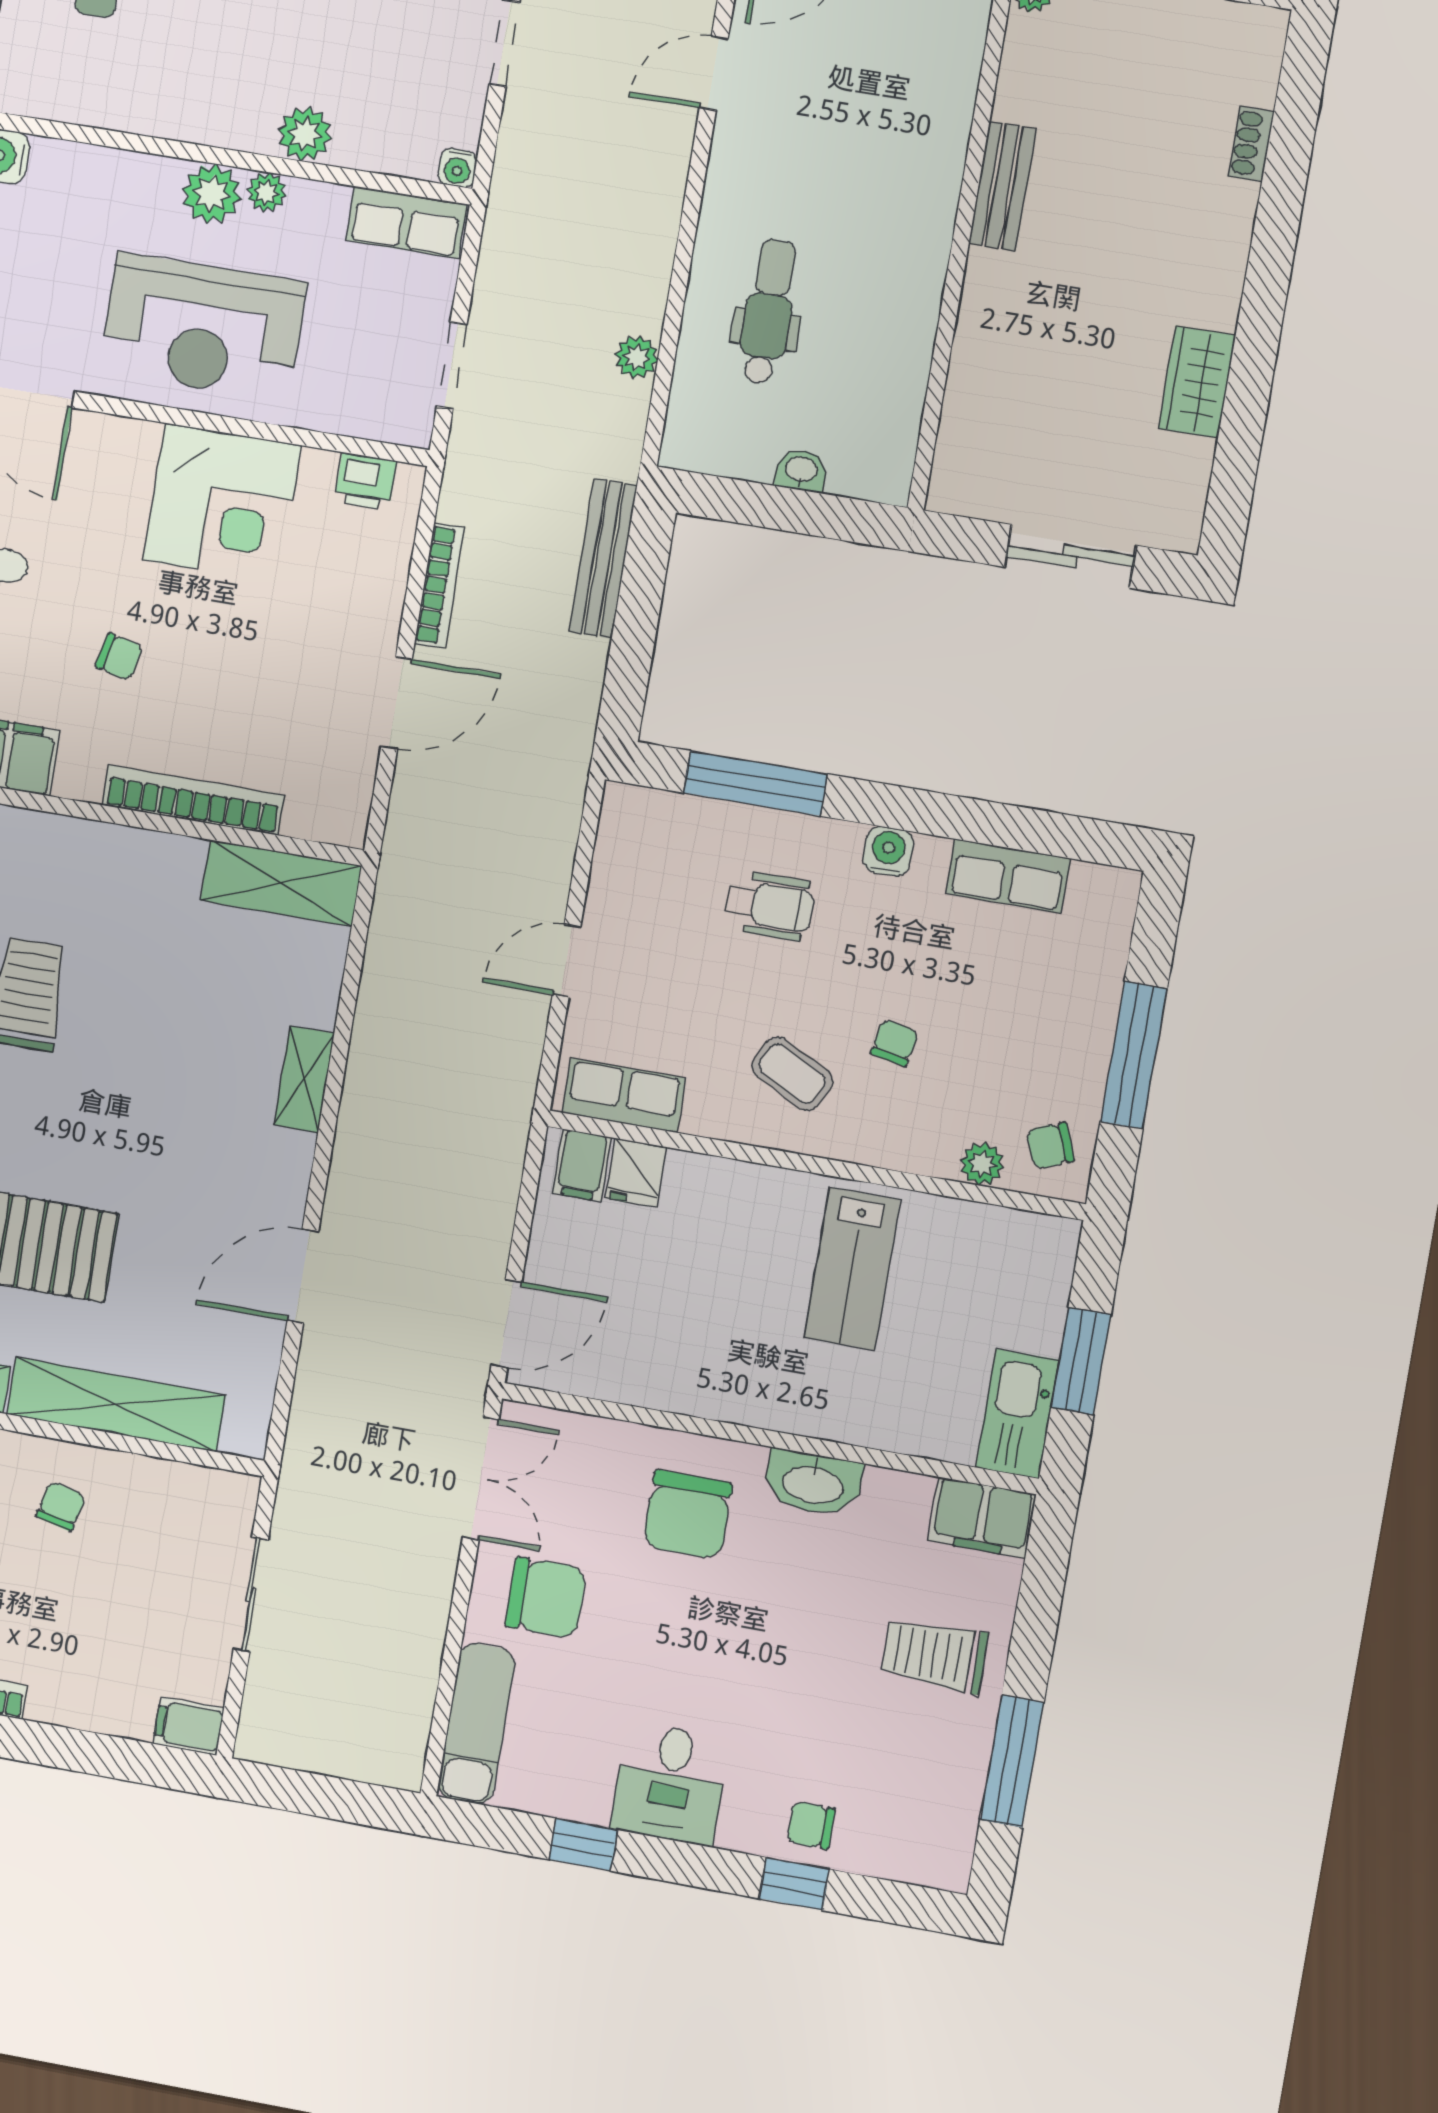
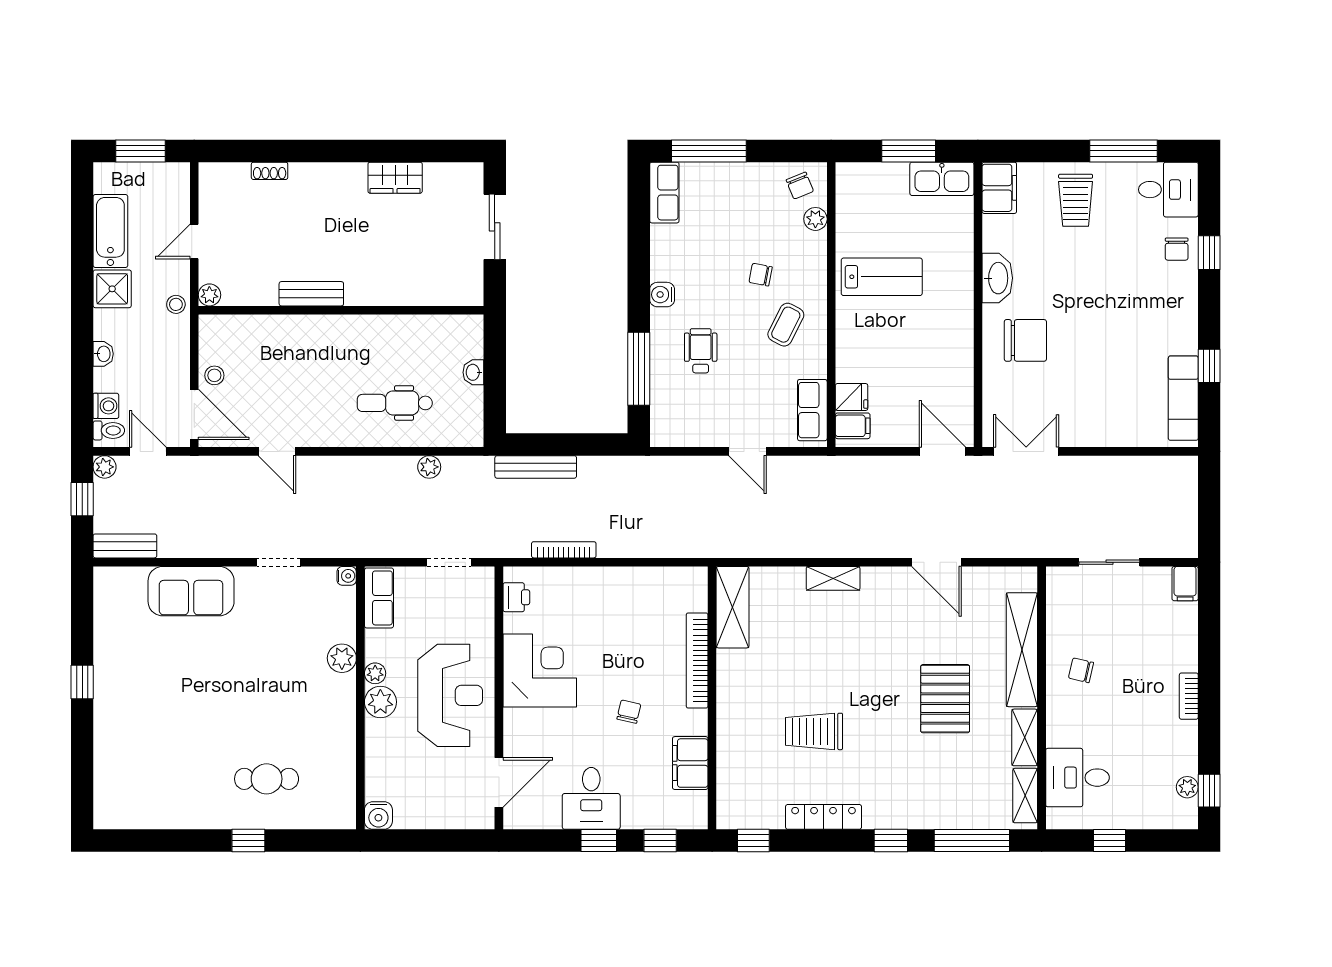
door: (396, 703) -> (628, 562), removed
row of seats: (1008, 876) -> (664, 193), moved
window: (1134, 1055) -> (709, 151), moved
chair: (546, 1598) -> (1083, 407), removed
exam couch: (476, 1724) -> (1183, 398), moved, turned -90
desk: (670, 1783) -> (1168, 190), moved

